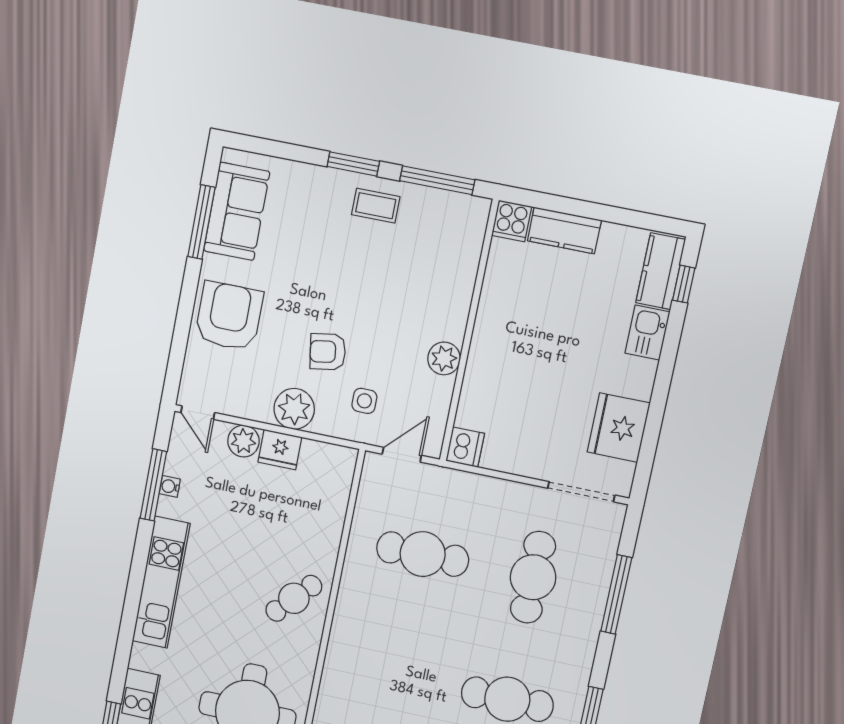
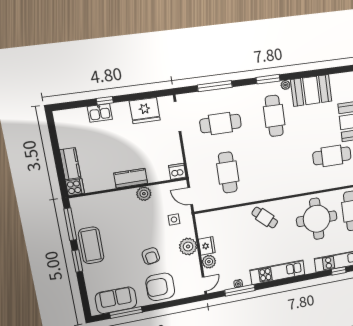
coffee table: (376, 206) -> (91, 245), width x1.86, depth x1.72
kitchen counter: (661, 271) -> (131, 178), moved, turned 180
window: (684, 284) -> (105, 101), moved
armchair: (328, 352) -> (151, 256), moved

